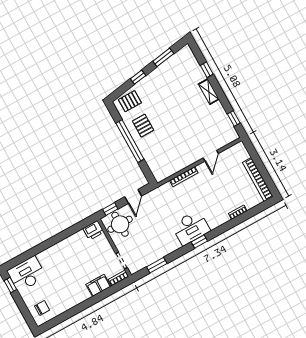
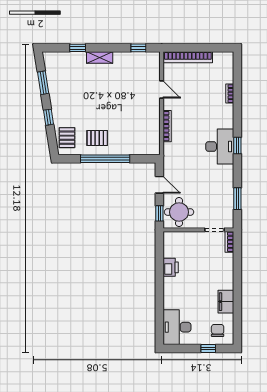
bookcase: (258, 179) -> (188, 57), moved
printer: (93, 230) -> (171, 267), moved
window: (10, 285) -> (208, 349), moved
filing cabinet: (98, 285) -> (226, 302), moved

